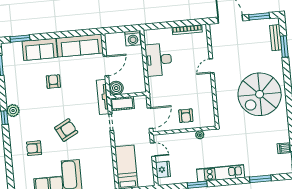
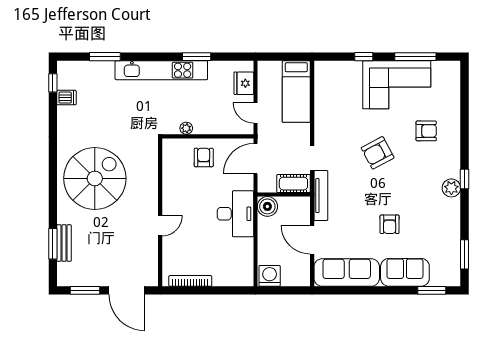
bench: (276, 38) -> (64, 243), moved
desk: (159, 60) -> (235, 214), moved
door: (106, 66) -> (312, 240), hinge flipped
boiler: (116, 88) -> (267, 206), moved
kitchen unit: (221, 173) -> (161, 70), width x1.36

